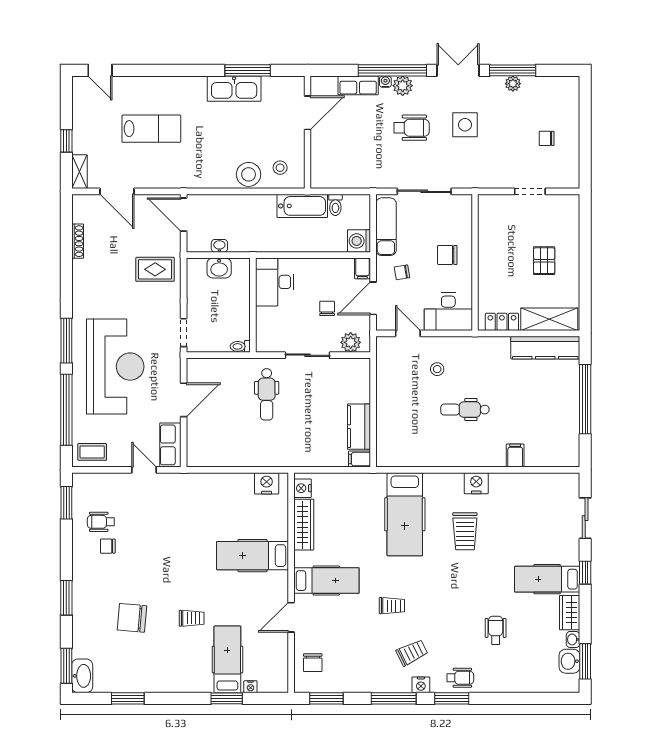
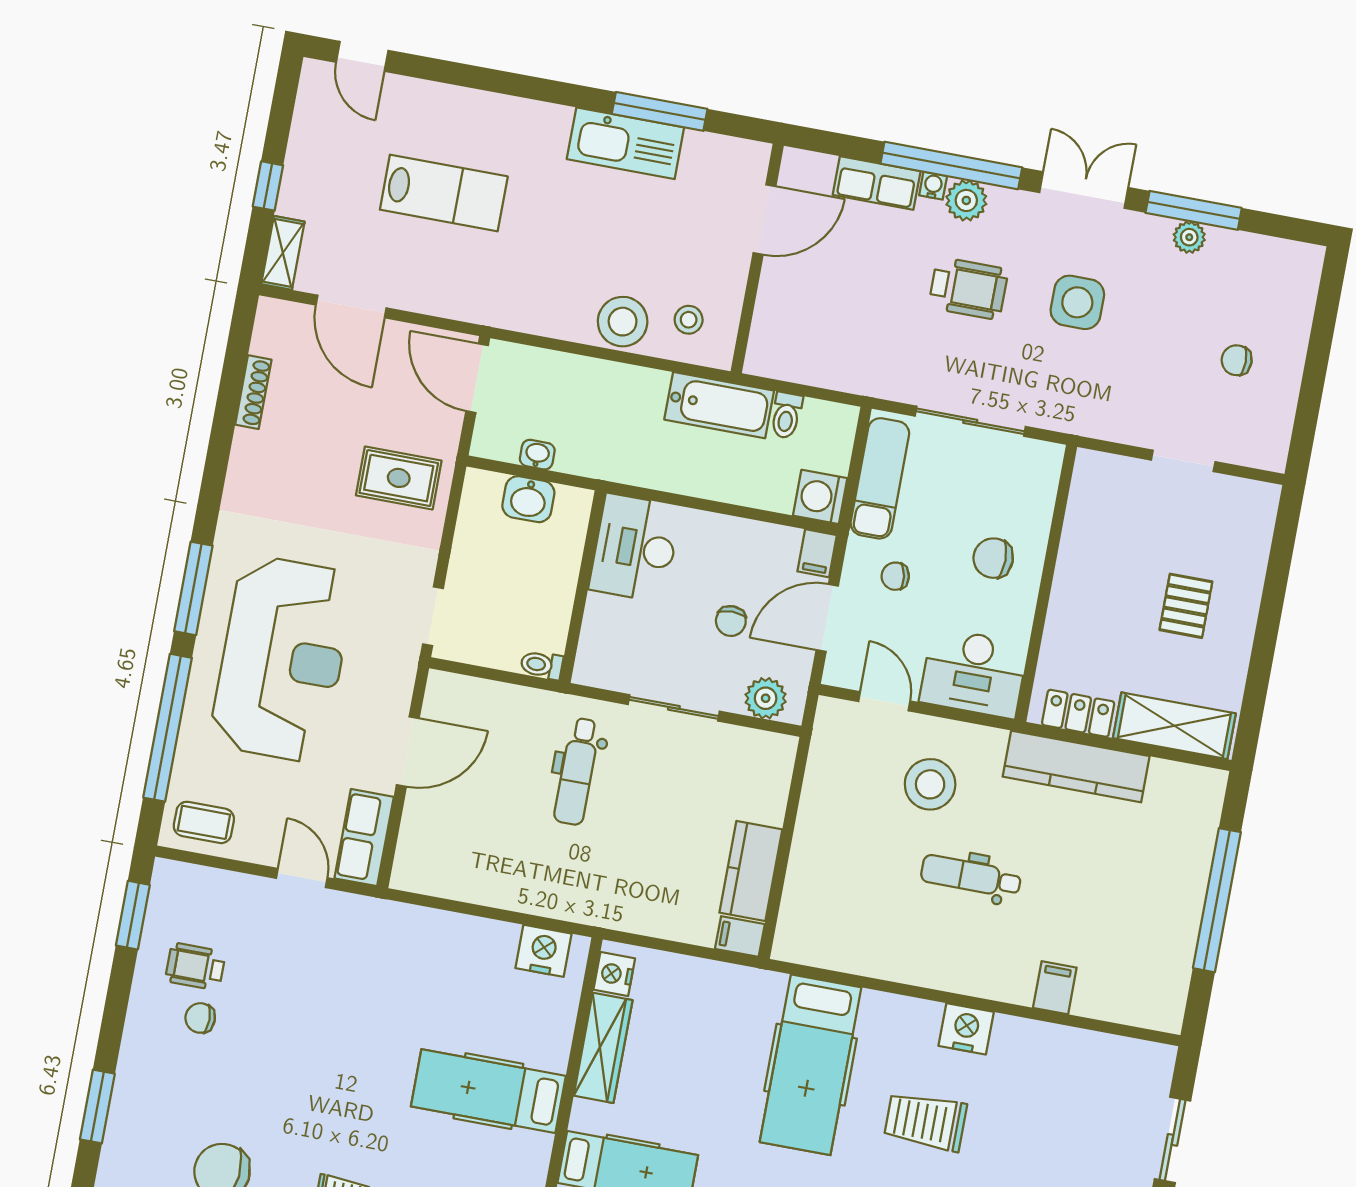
chair: (327, 308) -> (731, 621), turned 180
kitchen counter: (545, 348) -> (1076, 766), moved
stool: (437, 369) -> (930, 784), width x1.89, depth x1.89
trolley: (465, 531) -> (925, 1121), turned 90

